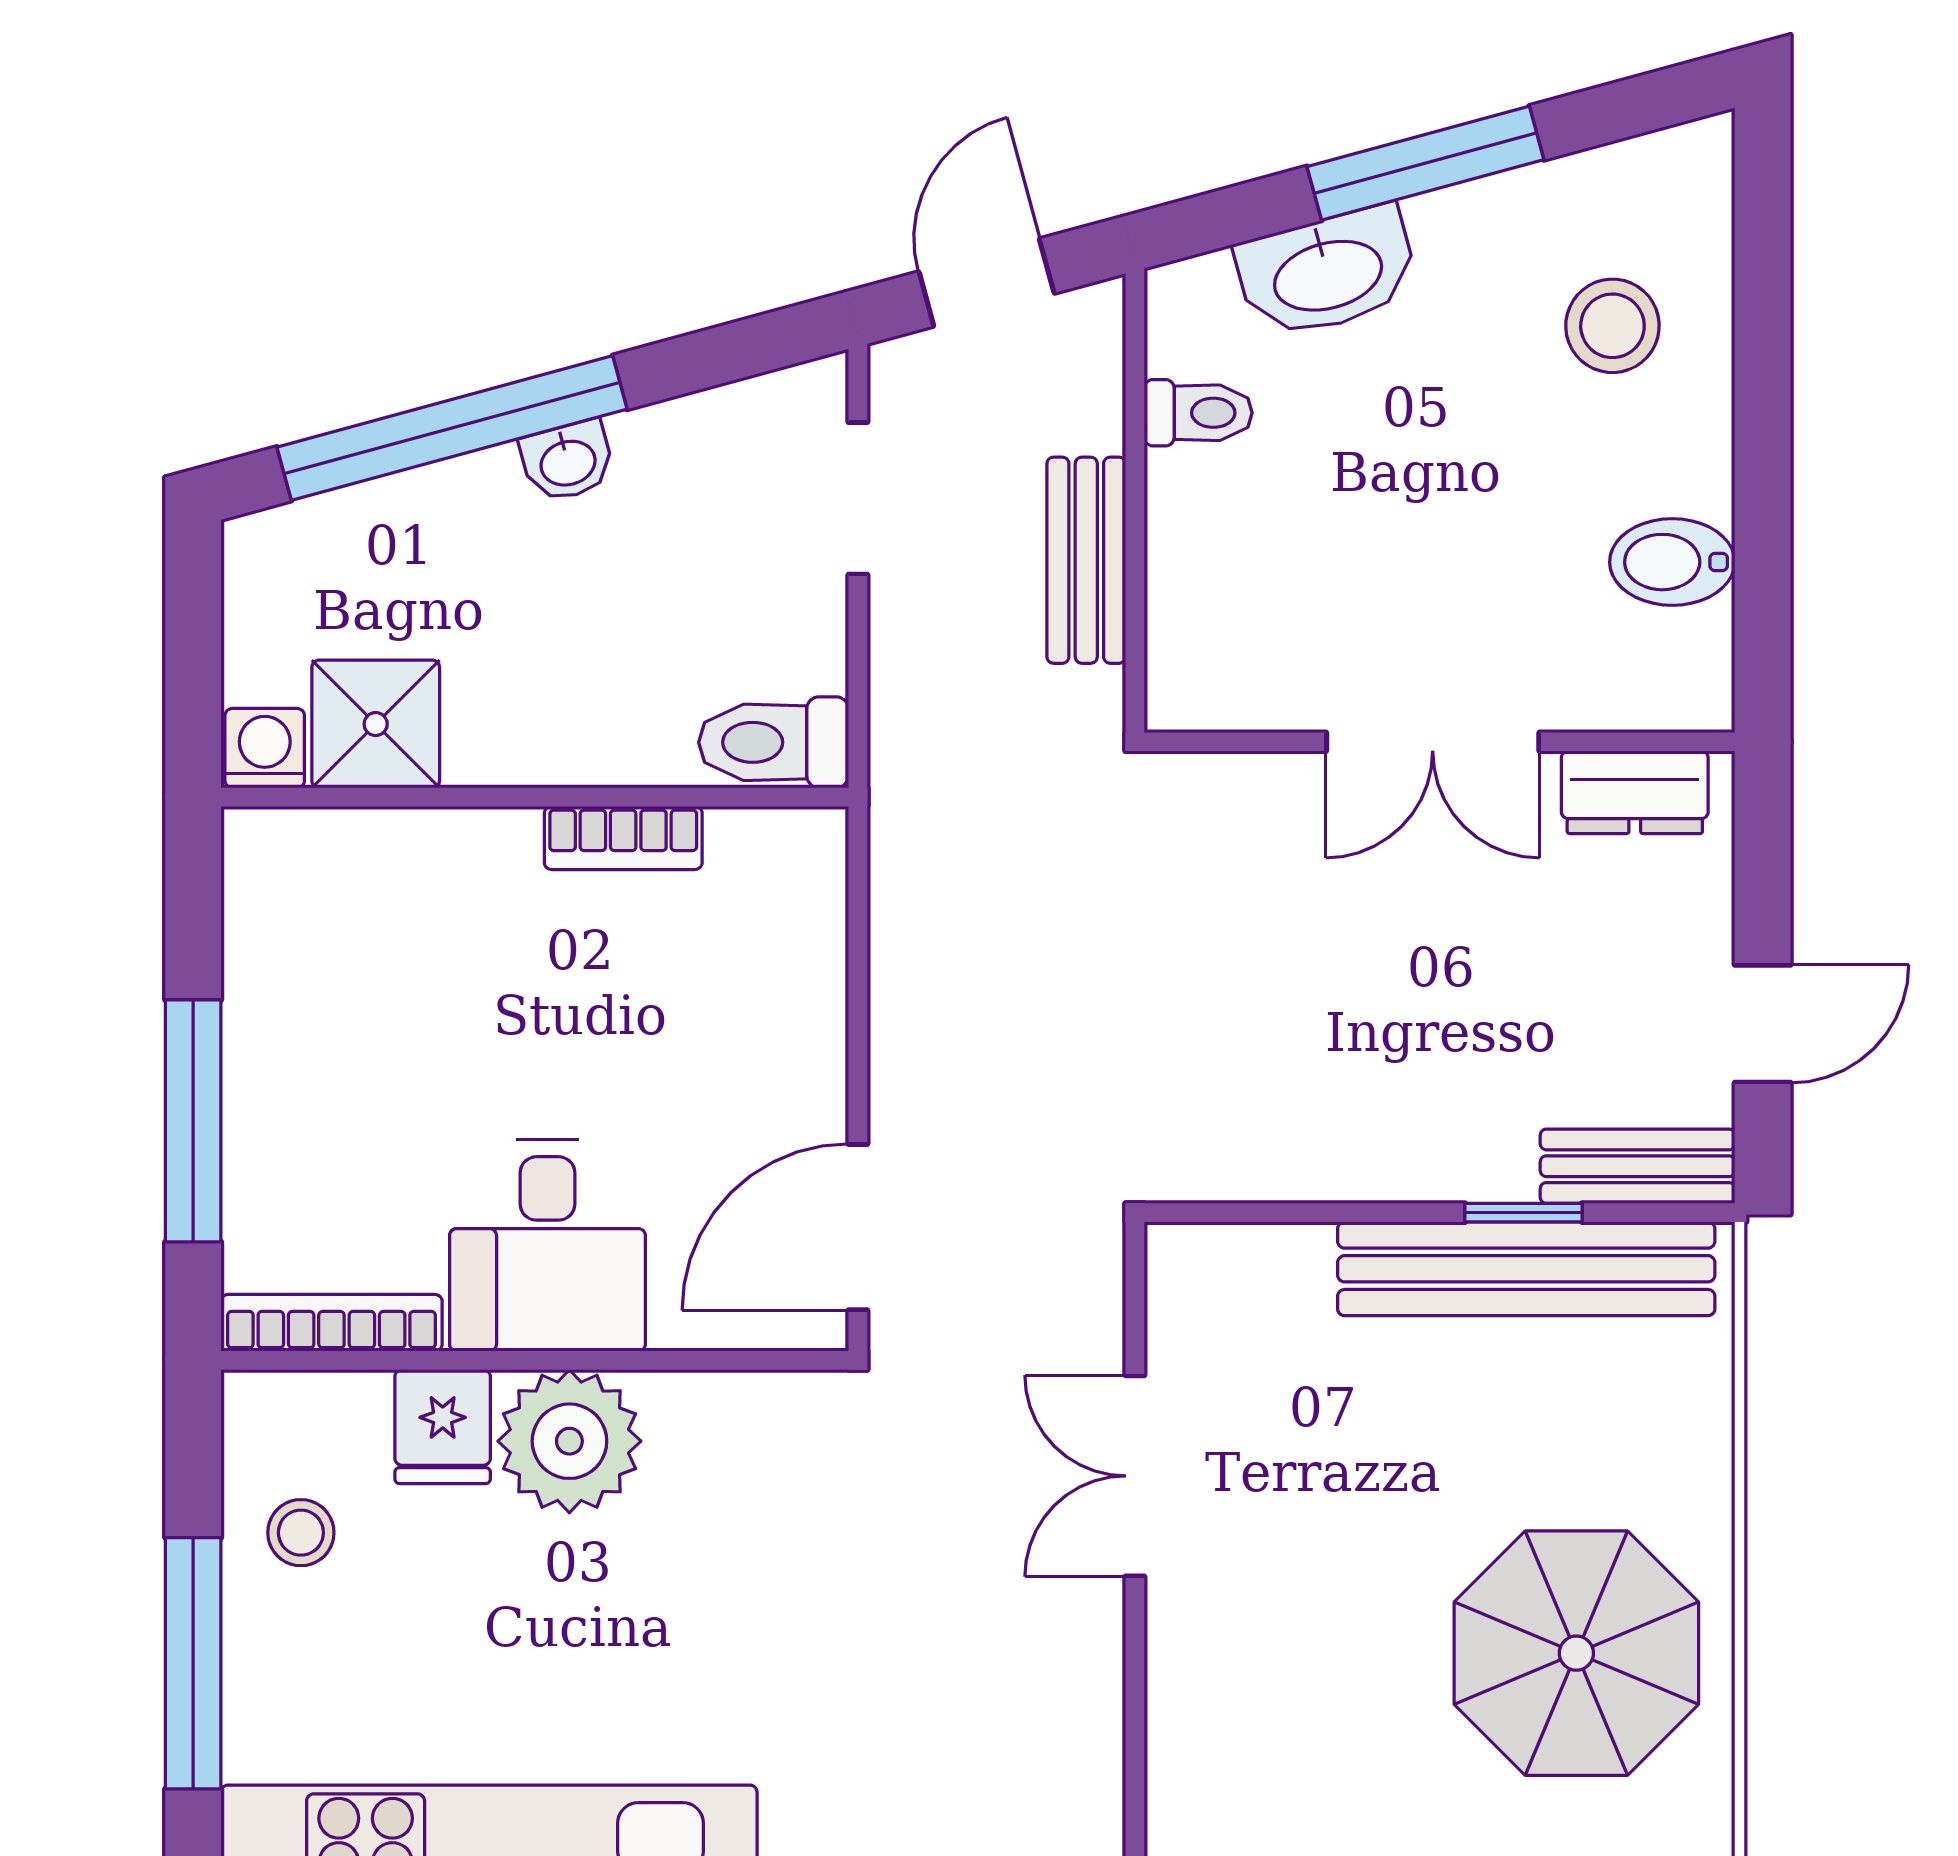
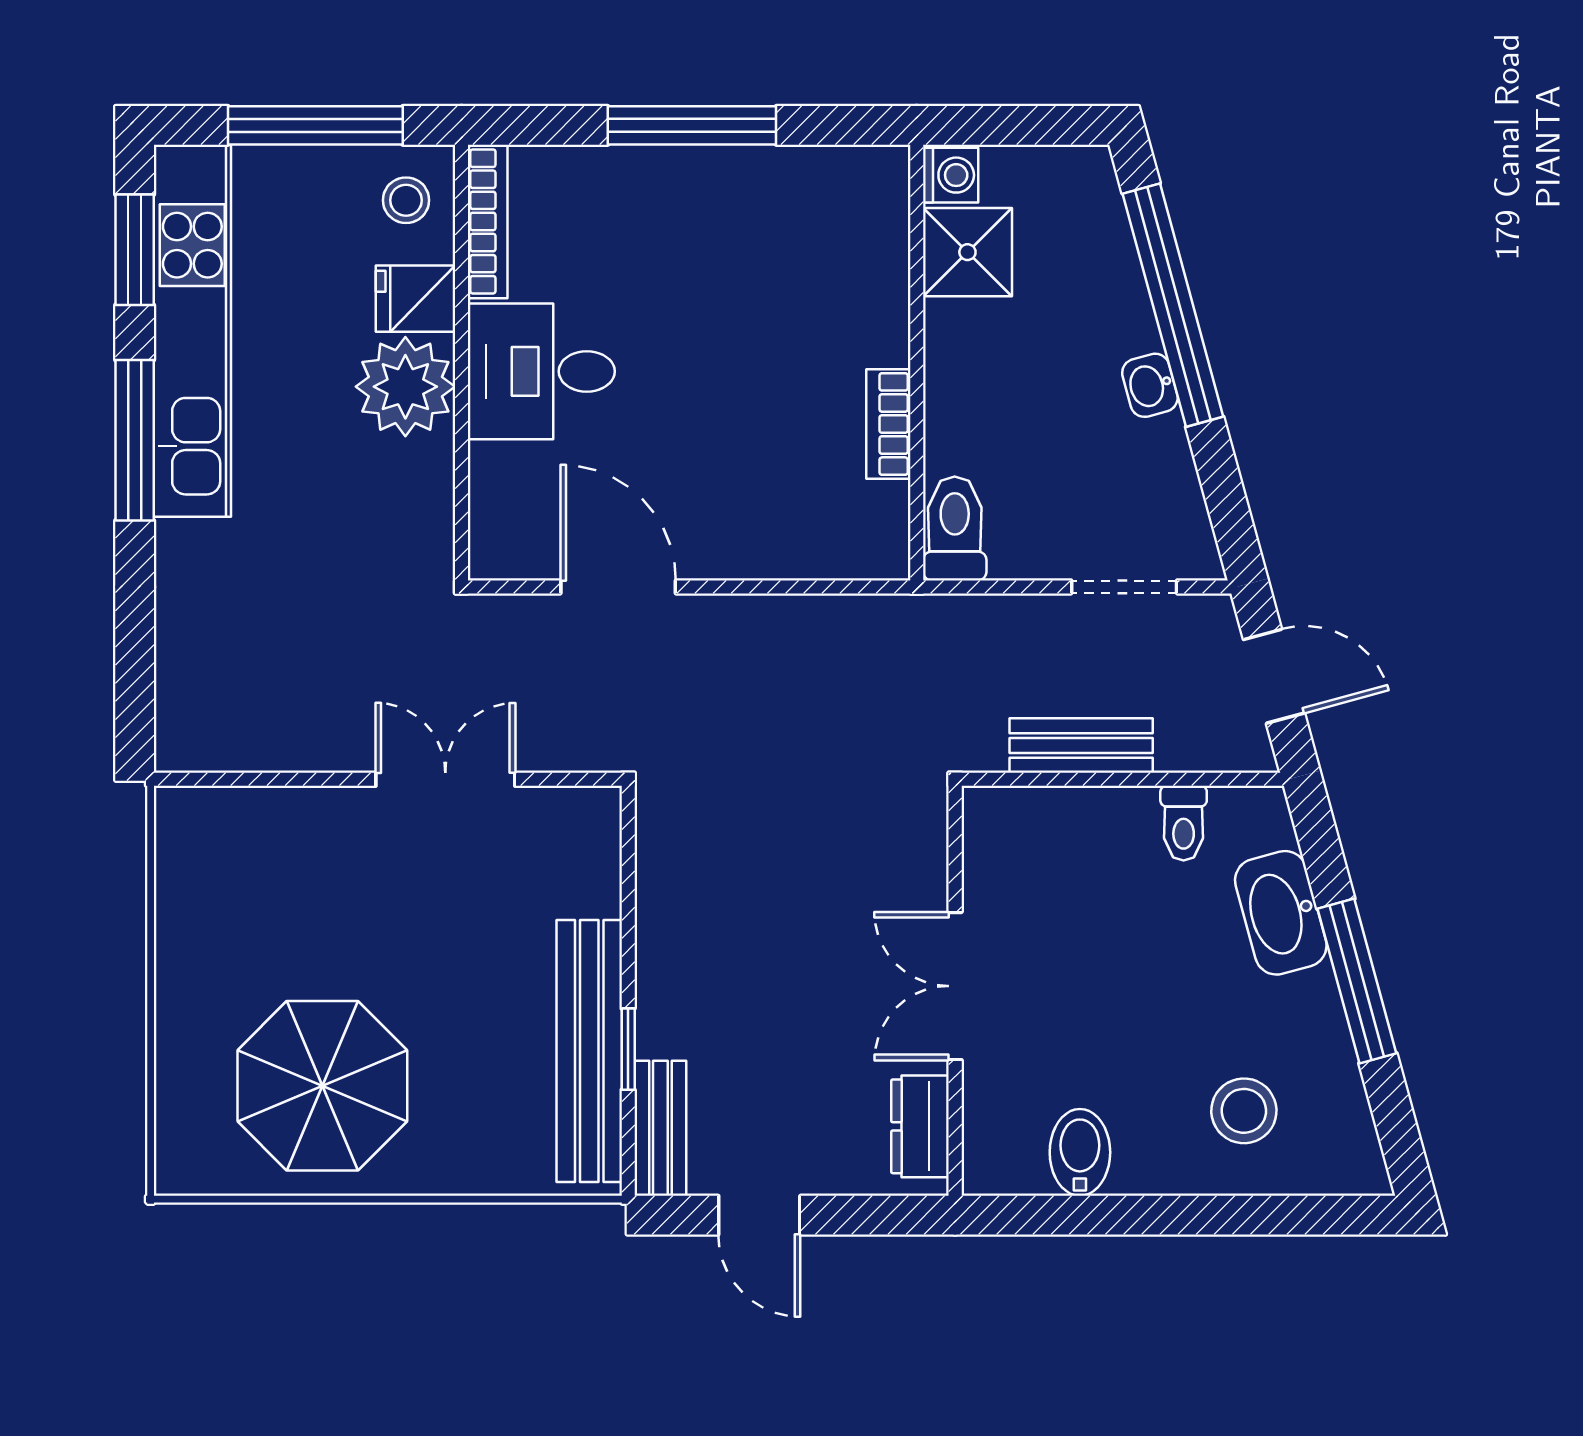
desk: (547, 1245) -> (541, 371), moved
bookcase: (331, 1323) -> (488, 221), moved
wall: (535, 1360) -> (462, 363), moved
fridge: (443, 1427) -> (416, 299), moved
plant: (569, 1441) -> (405, 387), moved

